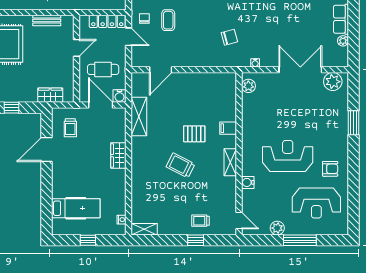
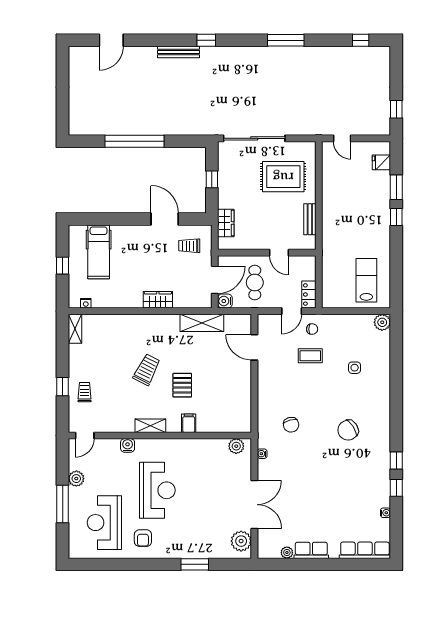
locker: (107, 21) -> (309, 294), width x0.66

